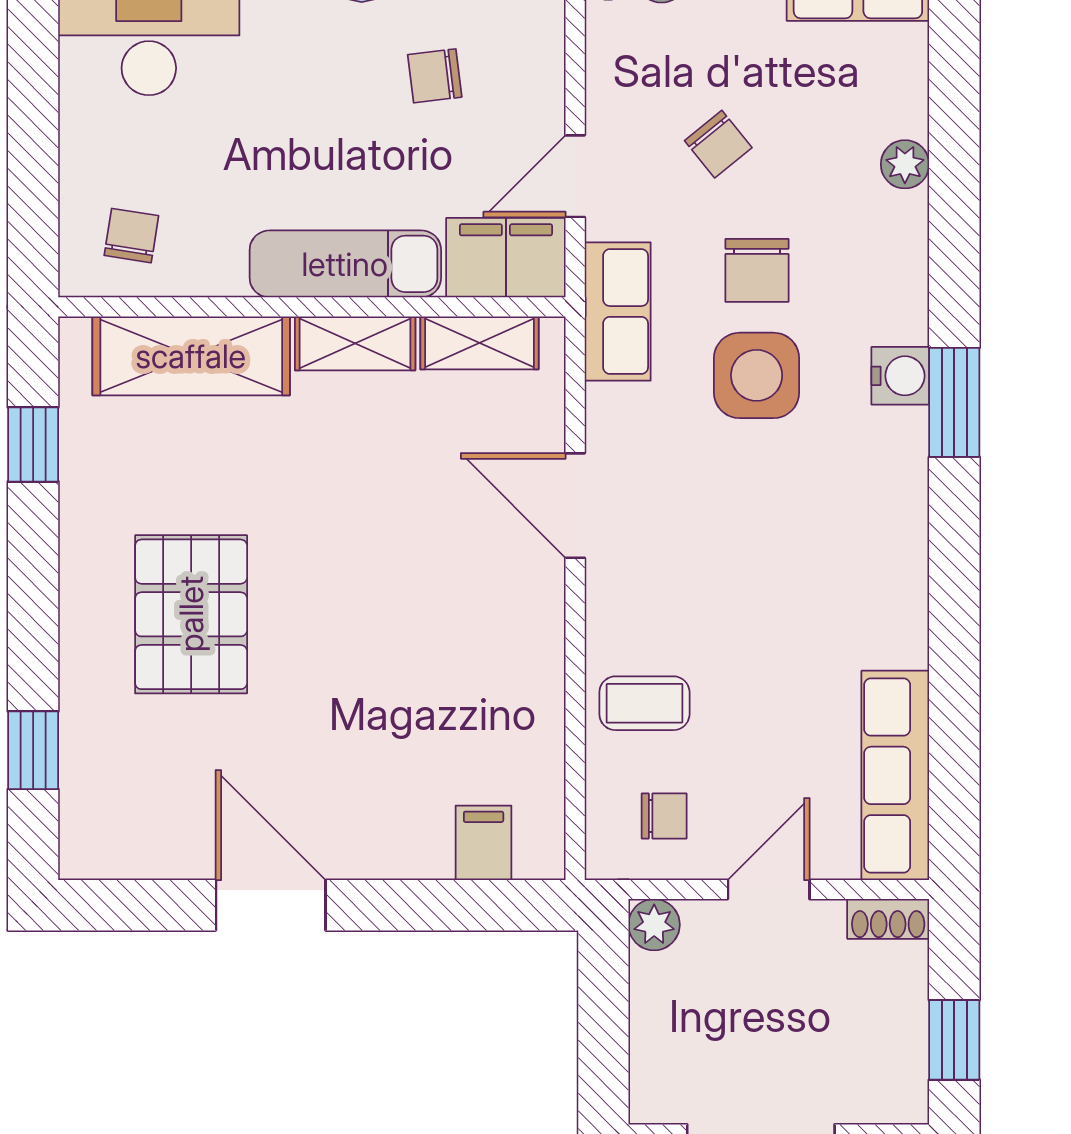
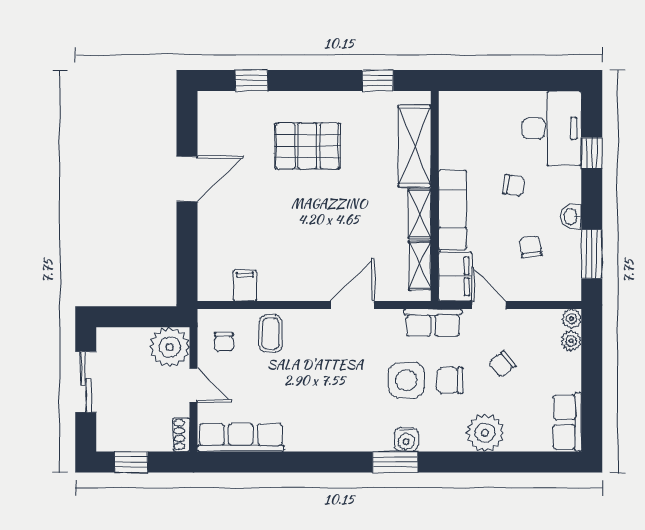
plant: (905, 164) -> (485, 433), width x1.88, depth x1.88
chair: (131, 236) -> (514, 185), moved
filing cabinet: (484, 843) -> (245, 286), moved, turned -90
plant: (654, 925) -> (170, 347), width x1.88, depth x1.88

